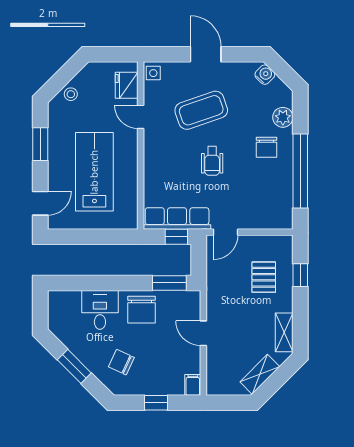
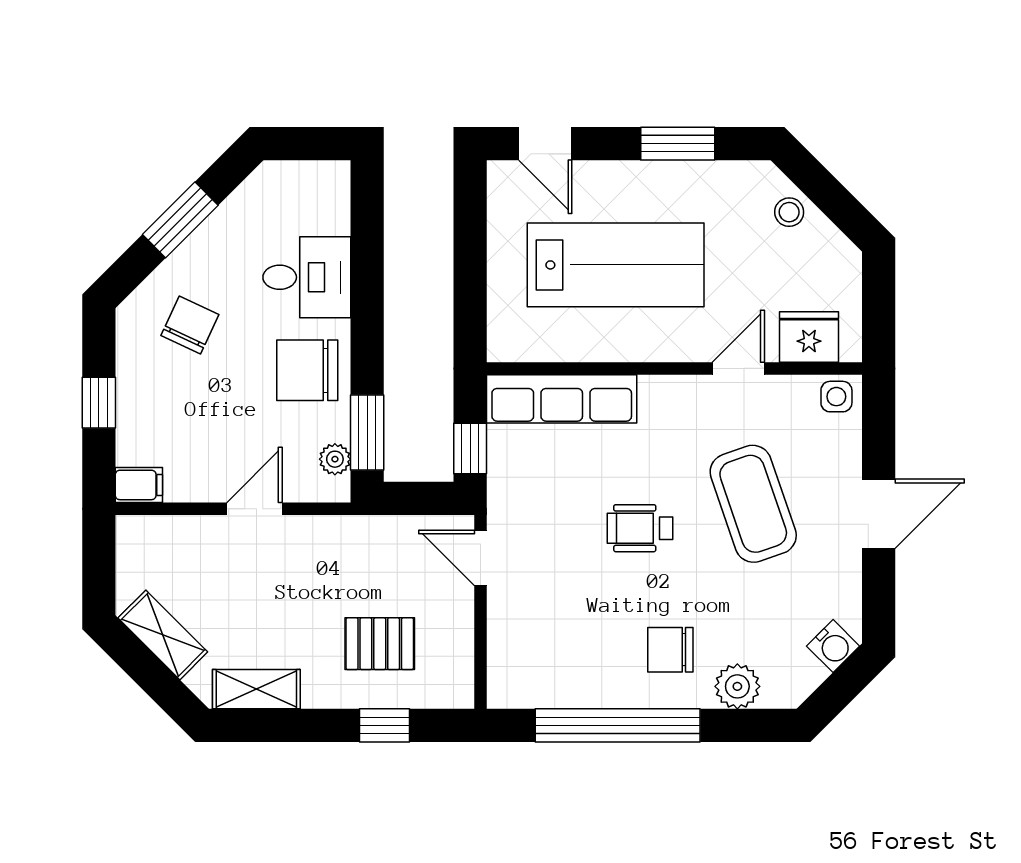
row of seats: (177, 219) -> (562, 399), moved, turned 90
plant: (181, 297) -> (335, 459), added

